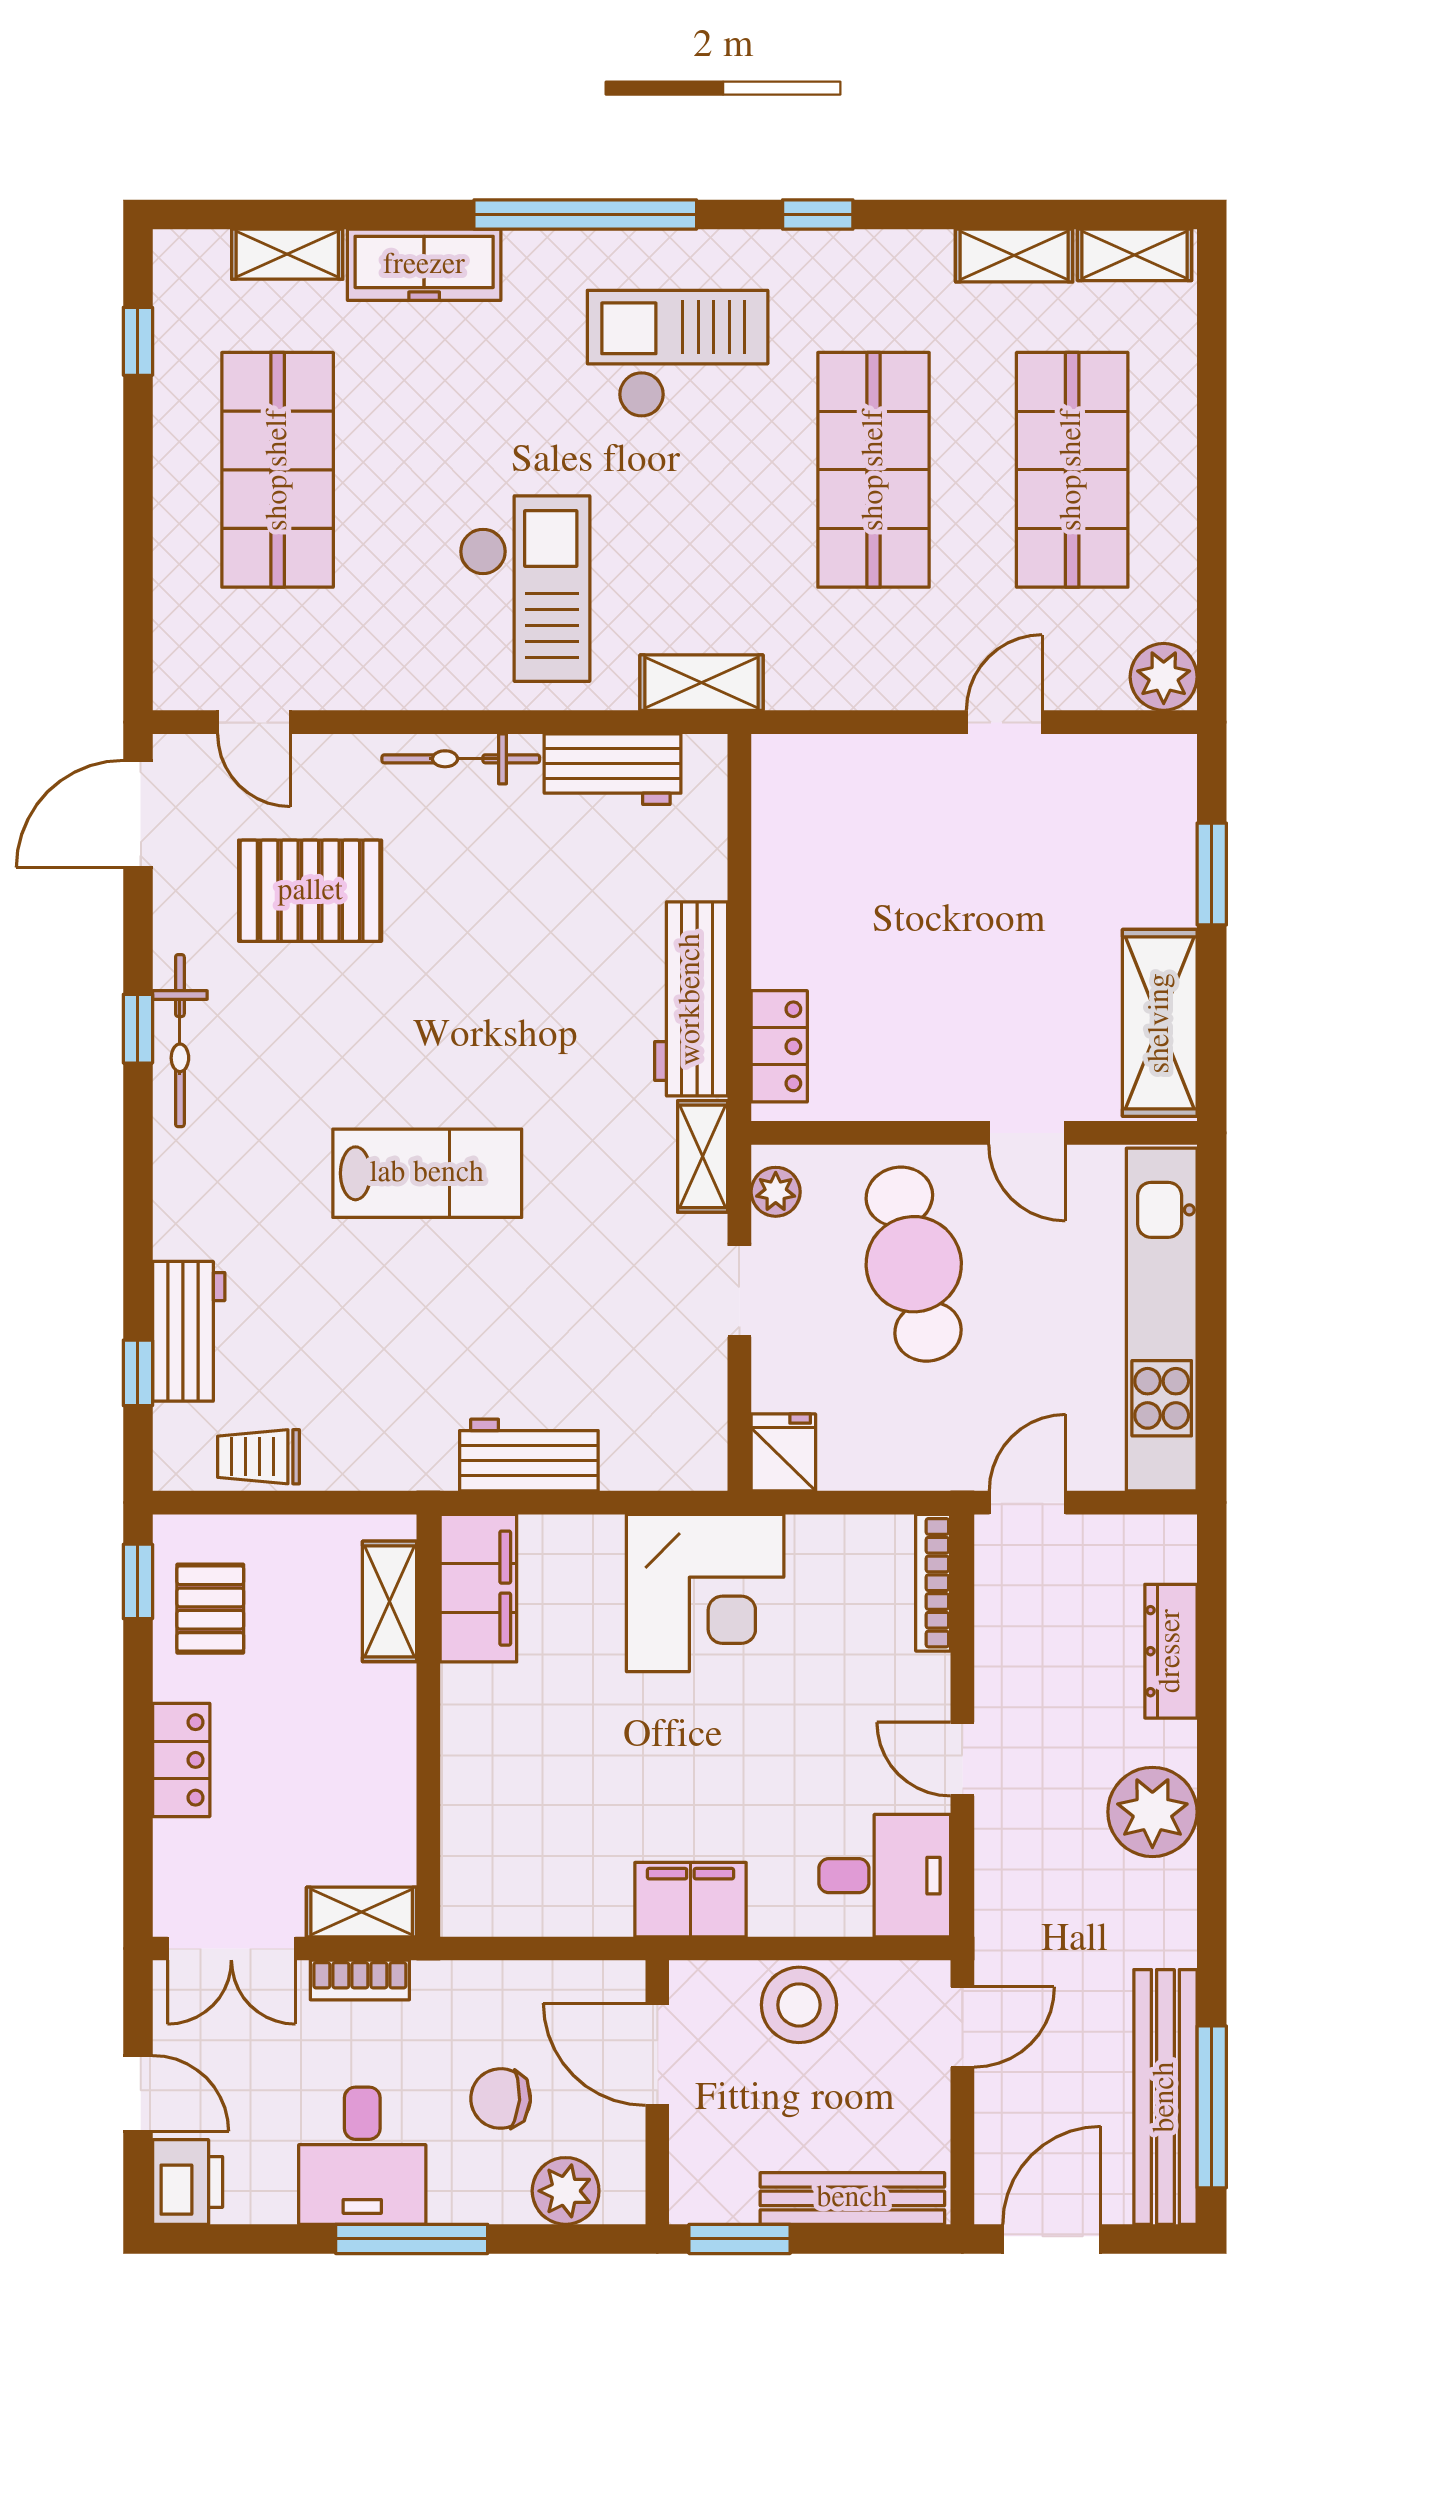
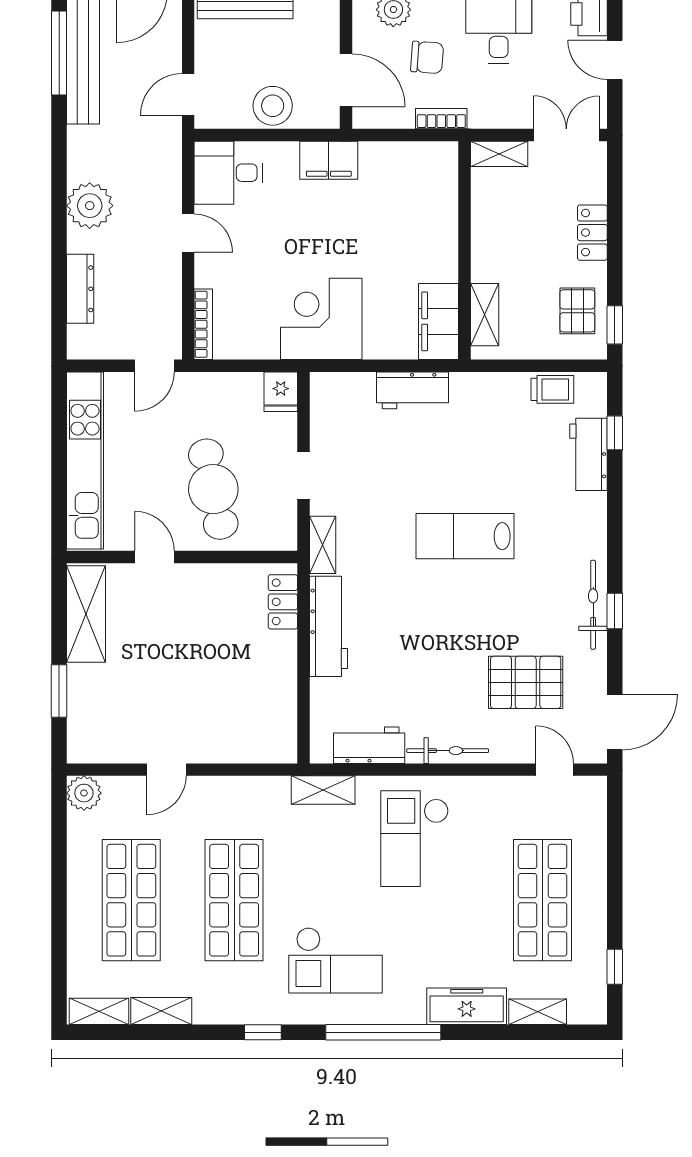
plant: (776, 1192) -> (285, 527), removed
bookcase: (360, 1980) -> (441, 119), moved

